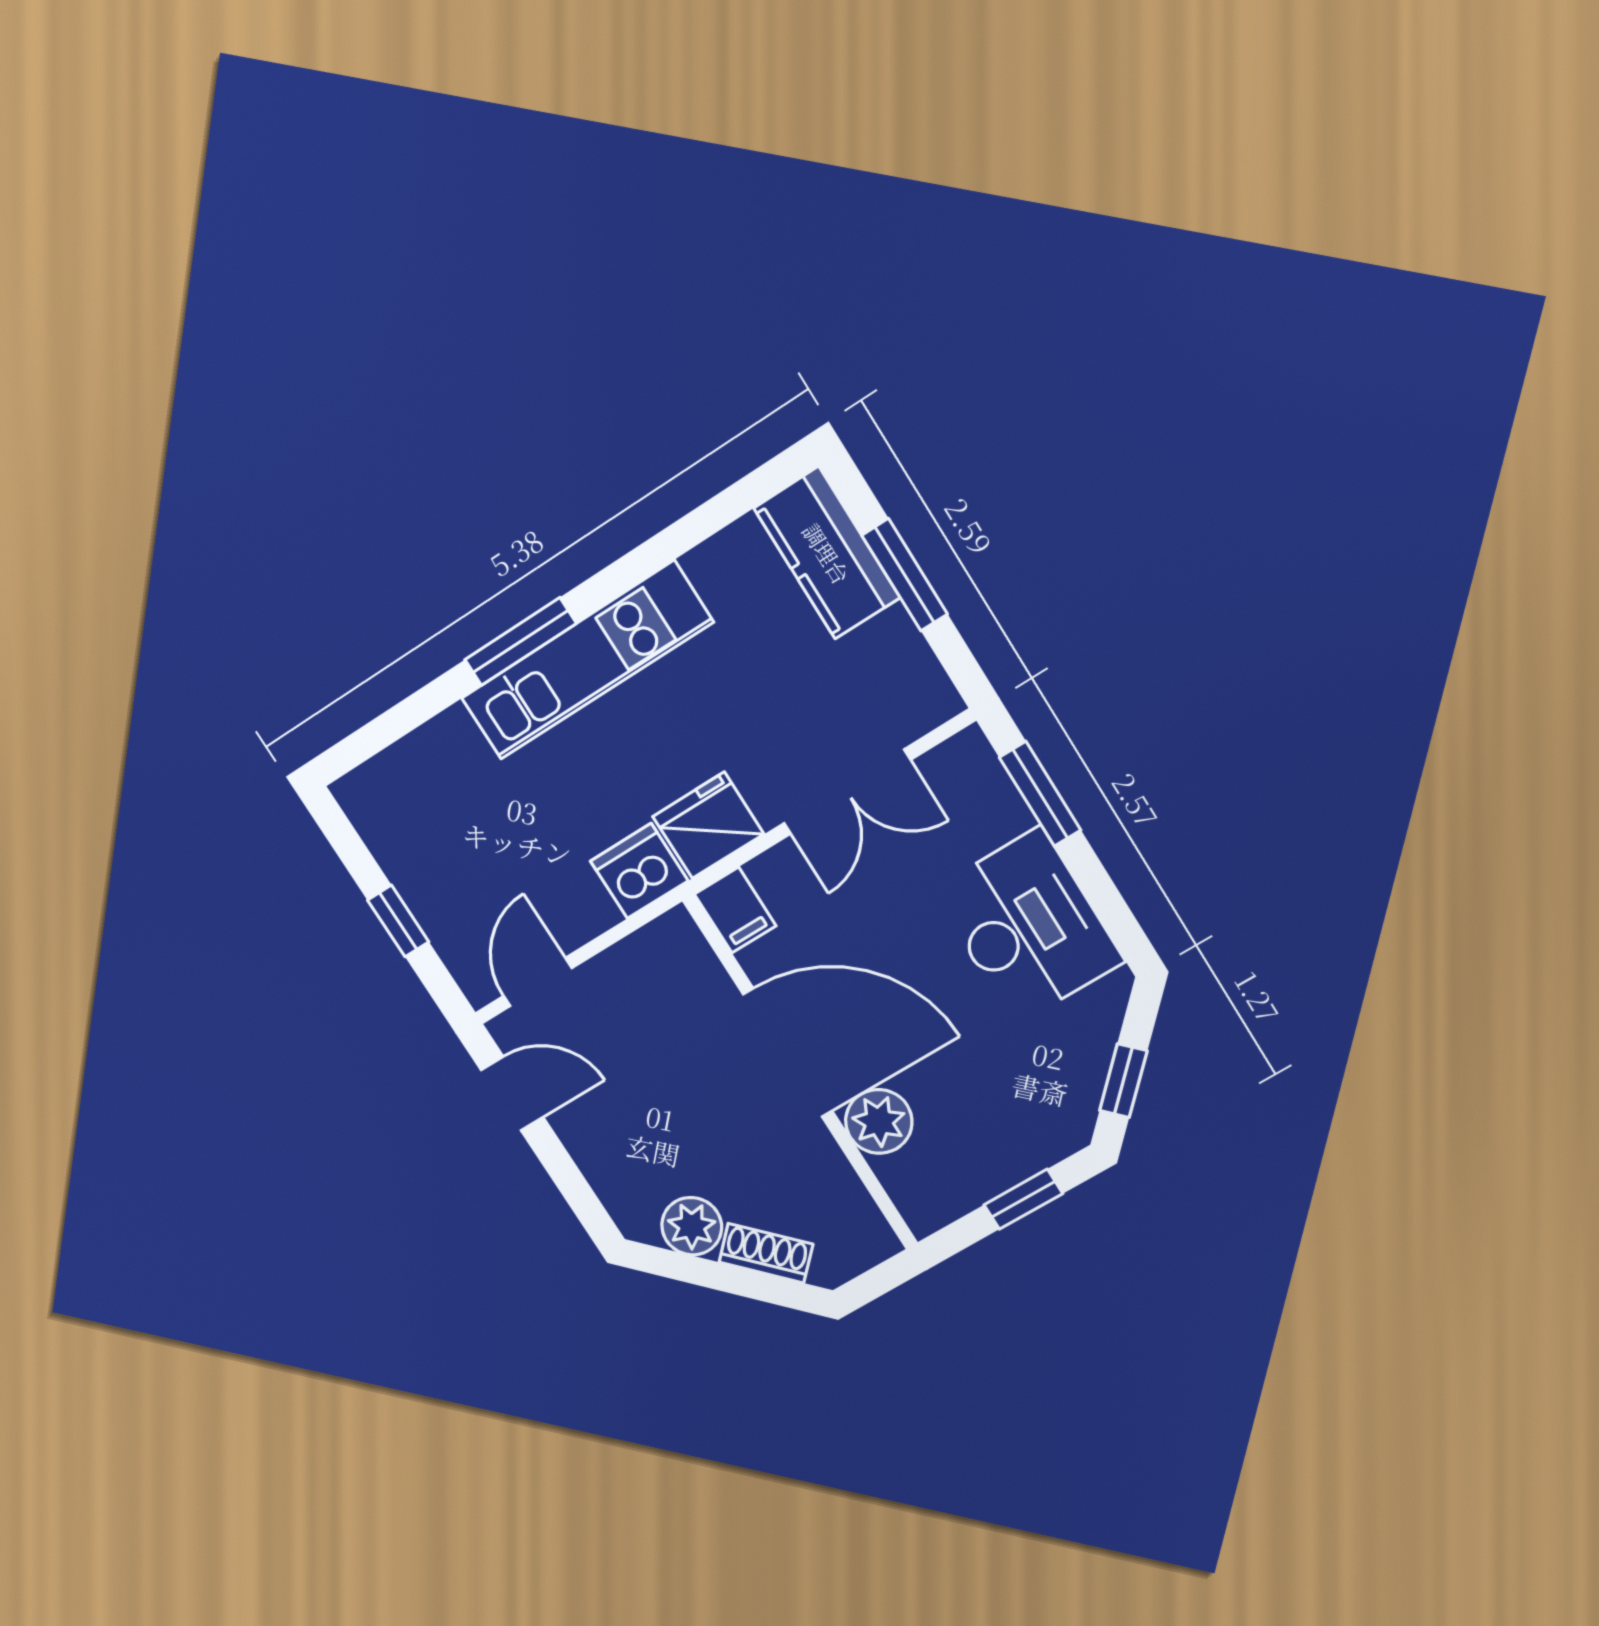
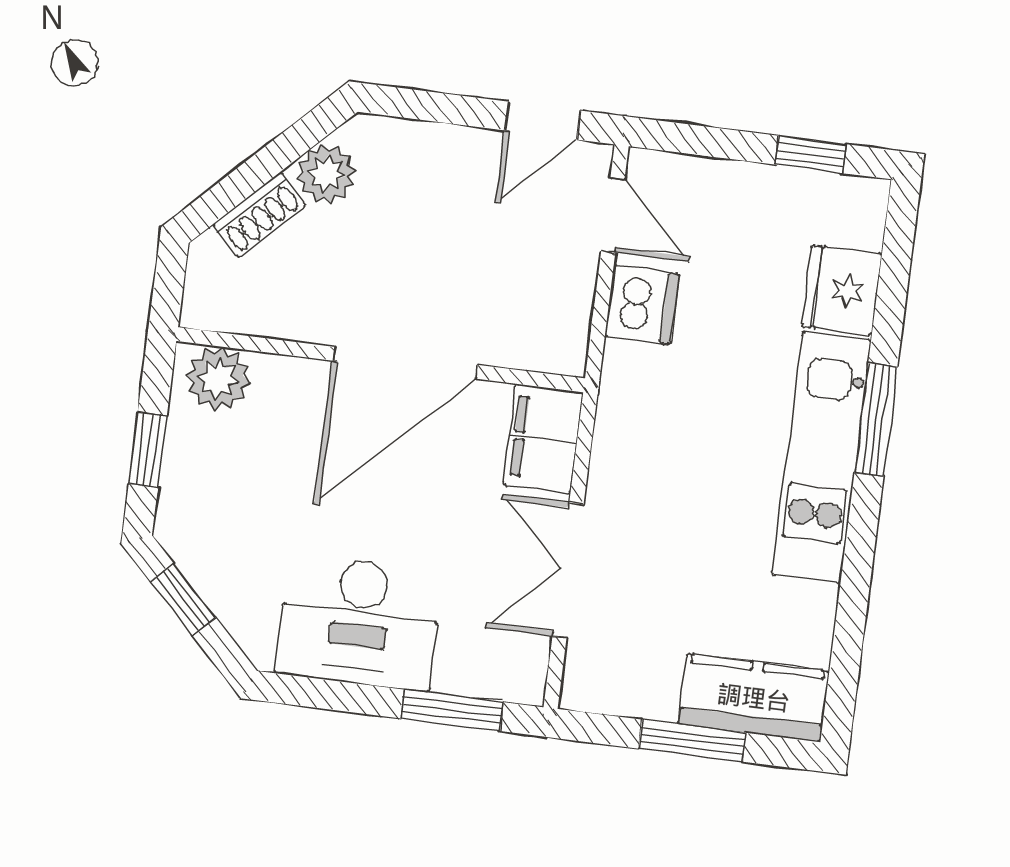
fridge: (708, 825) -> (842, 290), moved, turned 180
dishwasher: (639, 871) -> (642, 305), moved
filing cabinet: (735, 910) -> (543, 439), width x2.00
window: (398, 921) -> (811, 154), moved
plant: (879, 1121) -> (218, 379), moved

